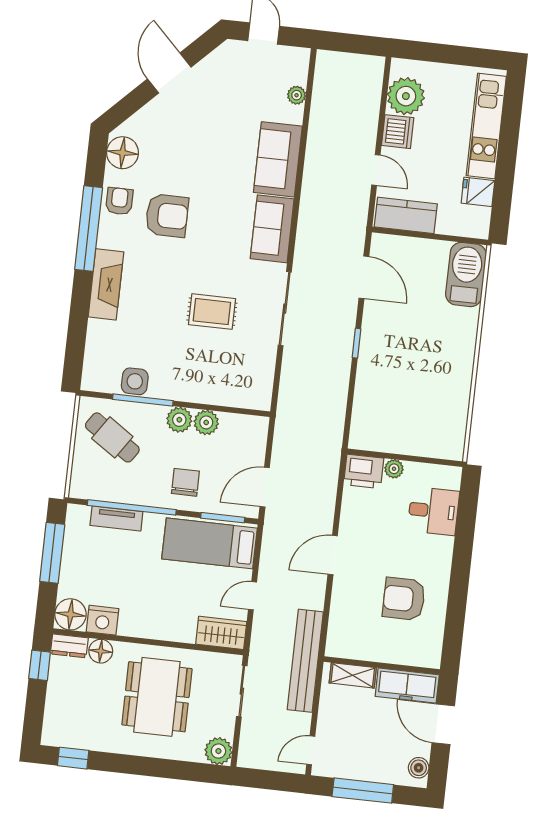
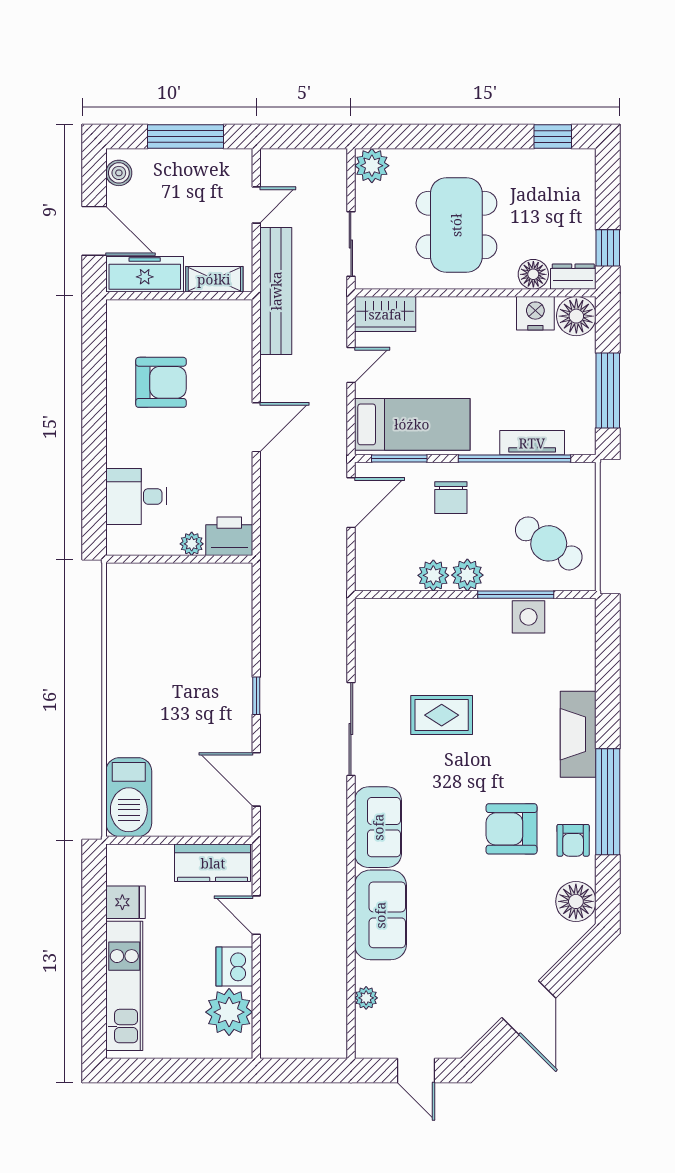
door: (311, 750) -> (256, 205), moved

